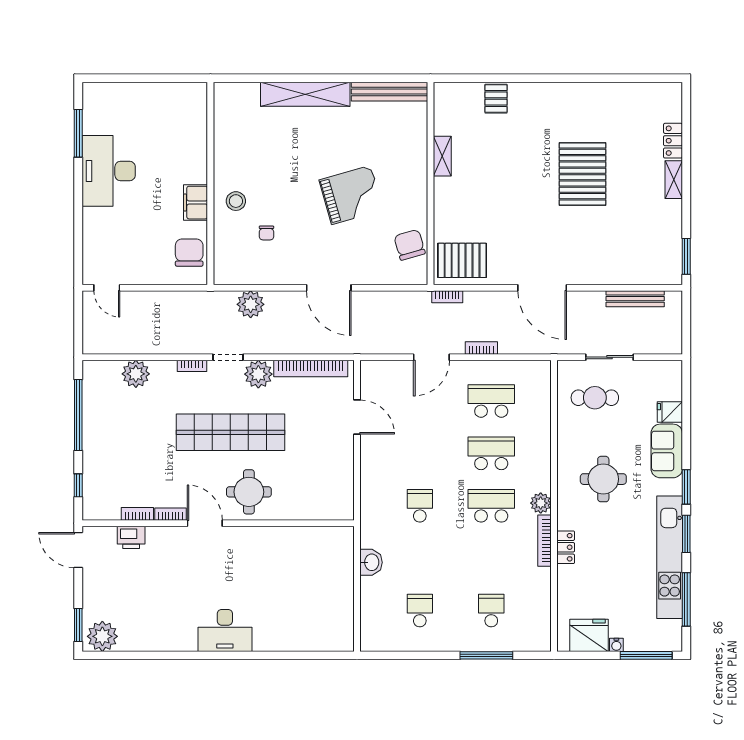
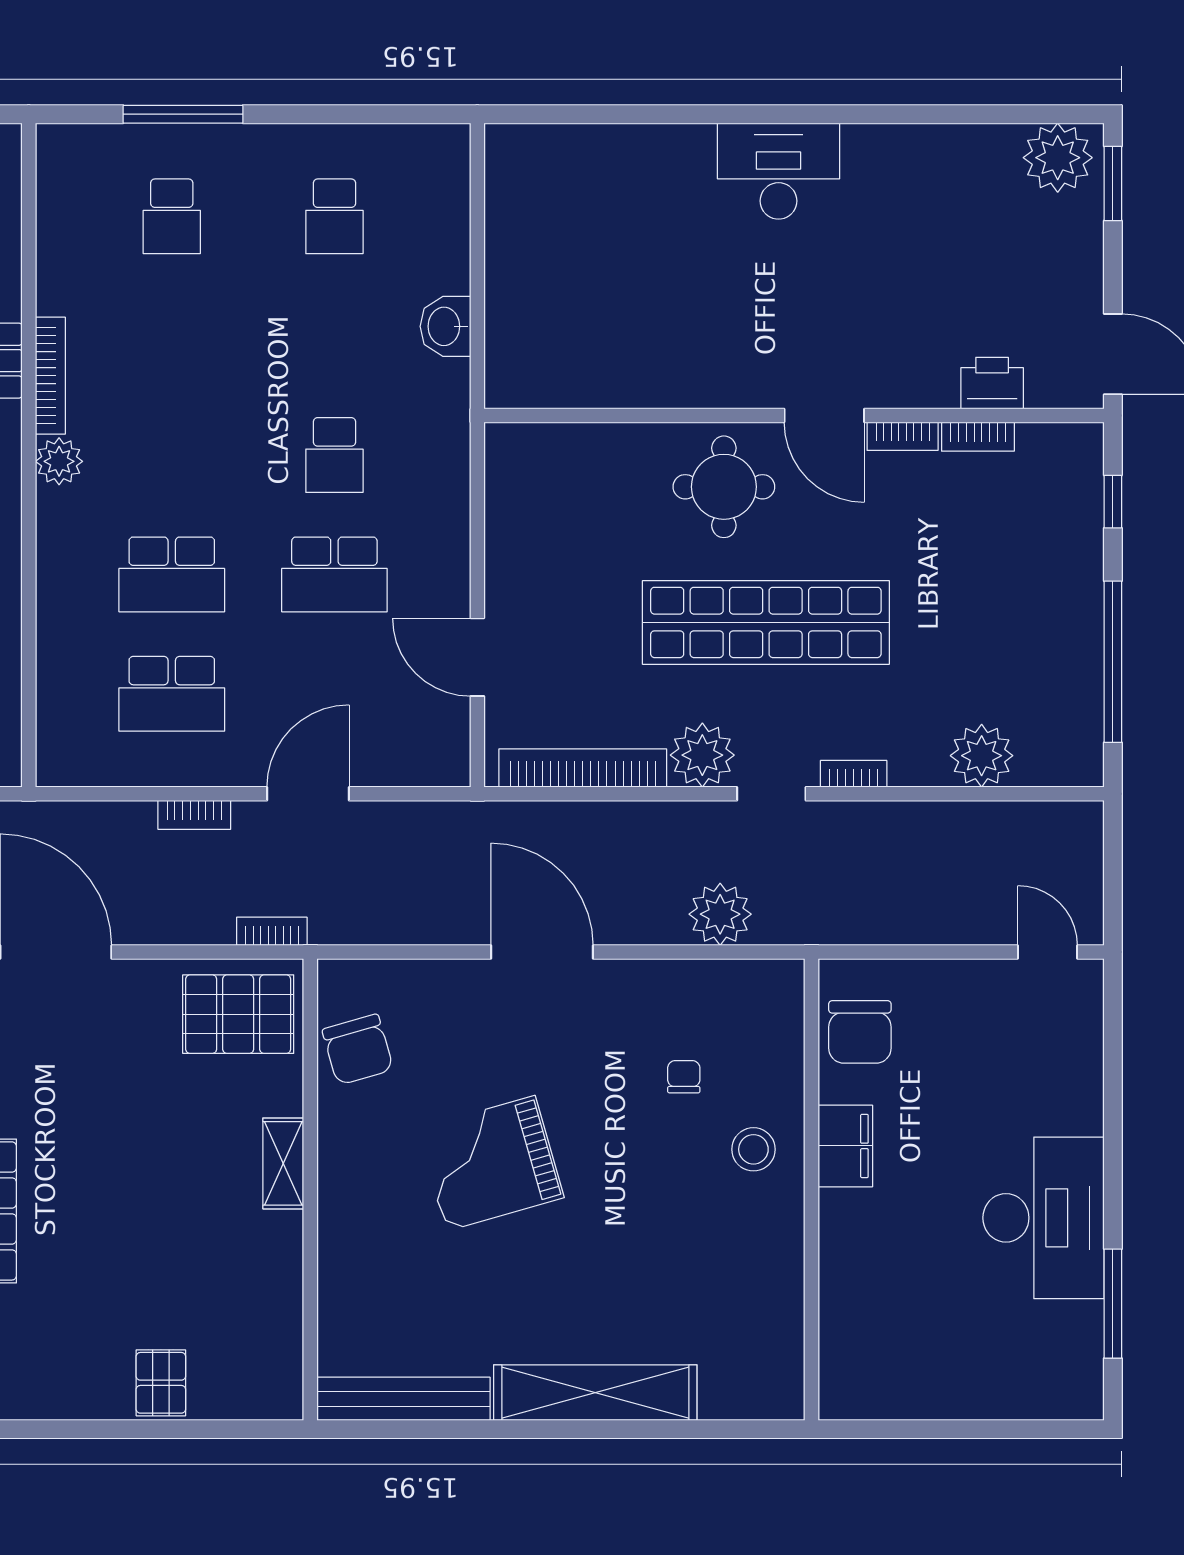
shelving: (442, 156) -> (283, 1163), moved
school desk: (491, 506) -> (334, 574), moved

